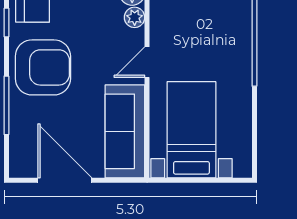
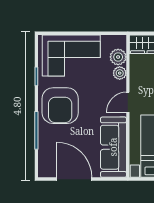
armchair: (43, 67) -> (60, 106), turned 90

